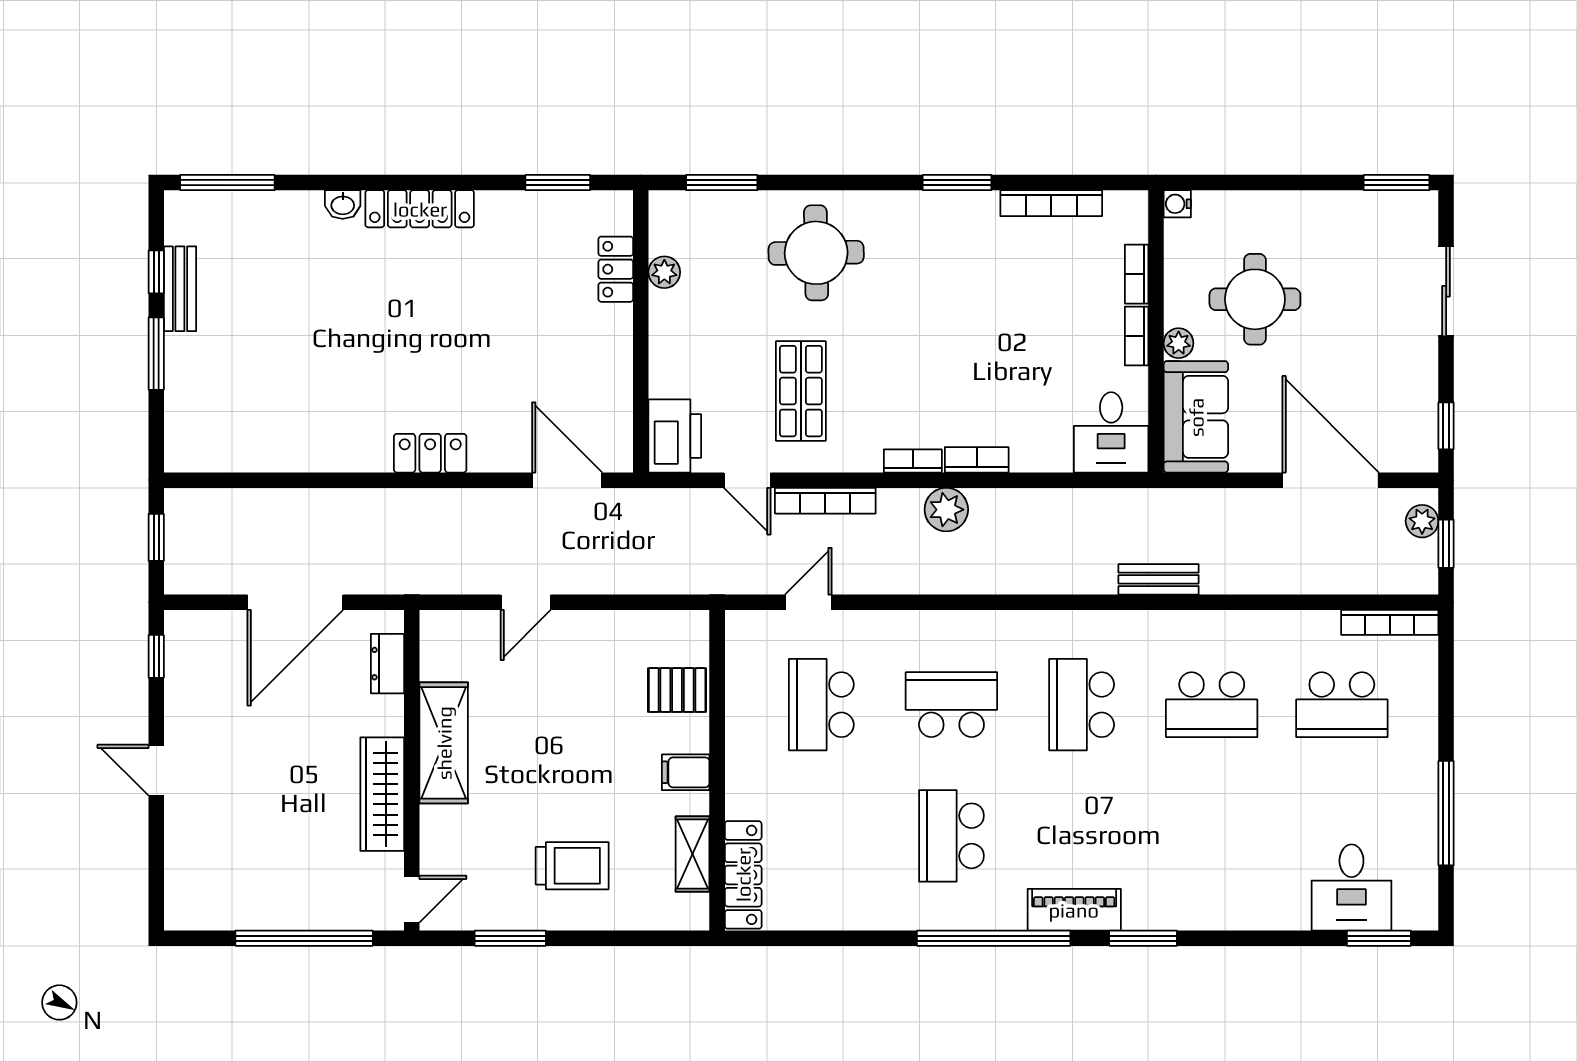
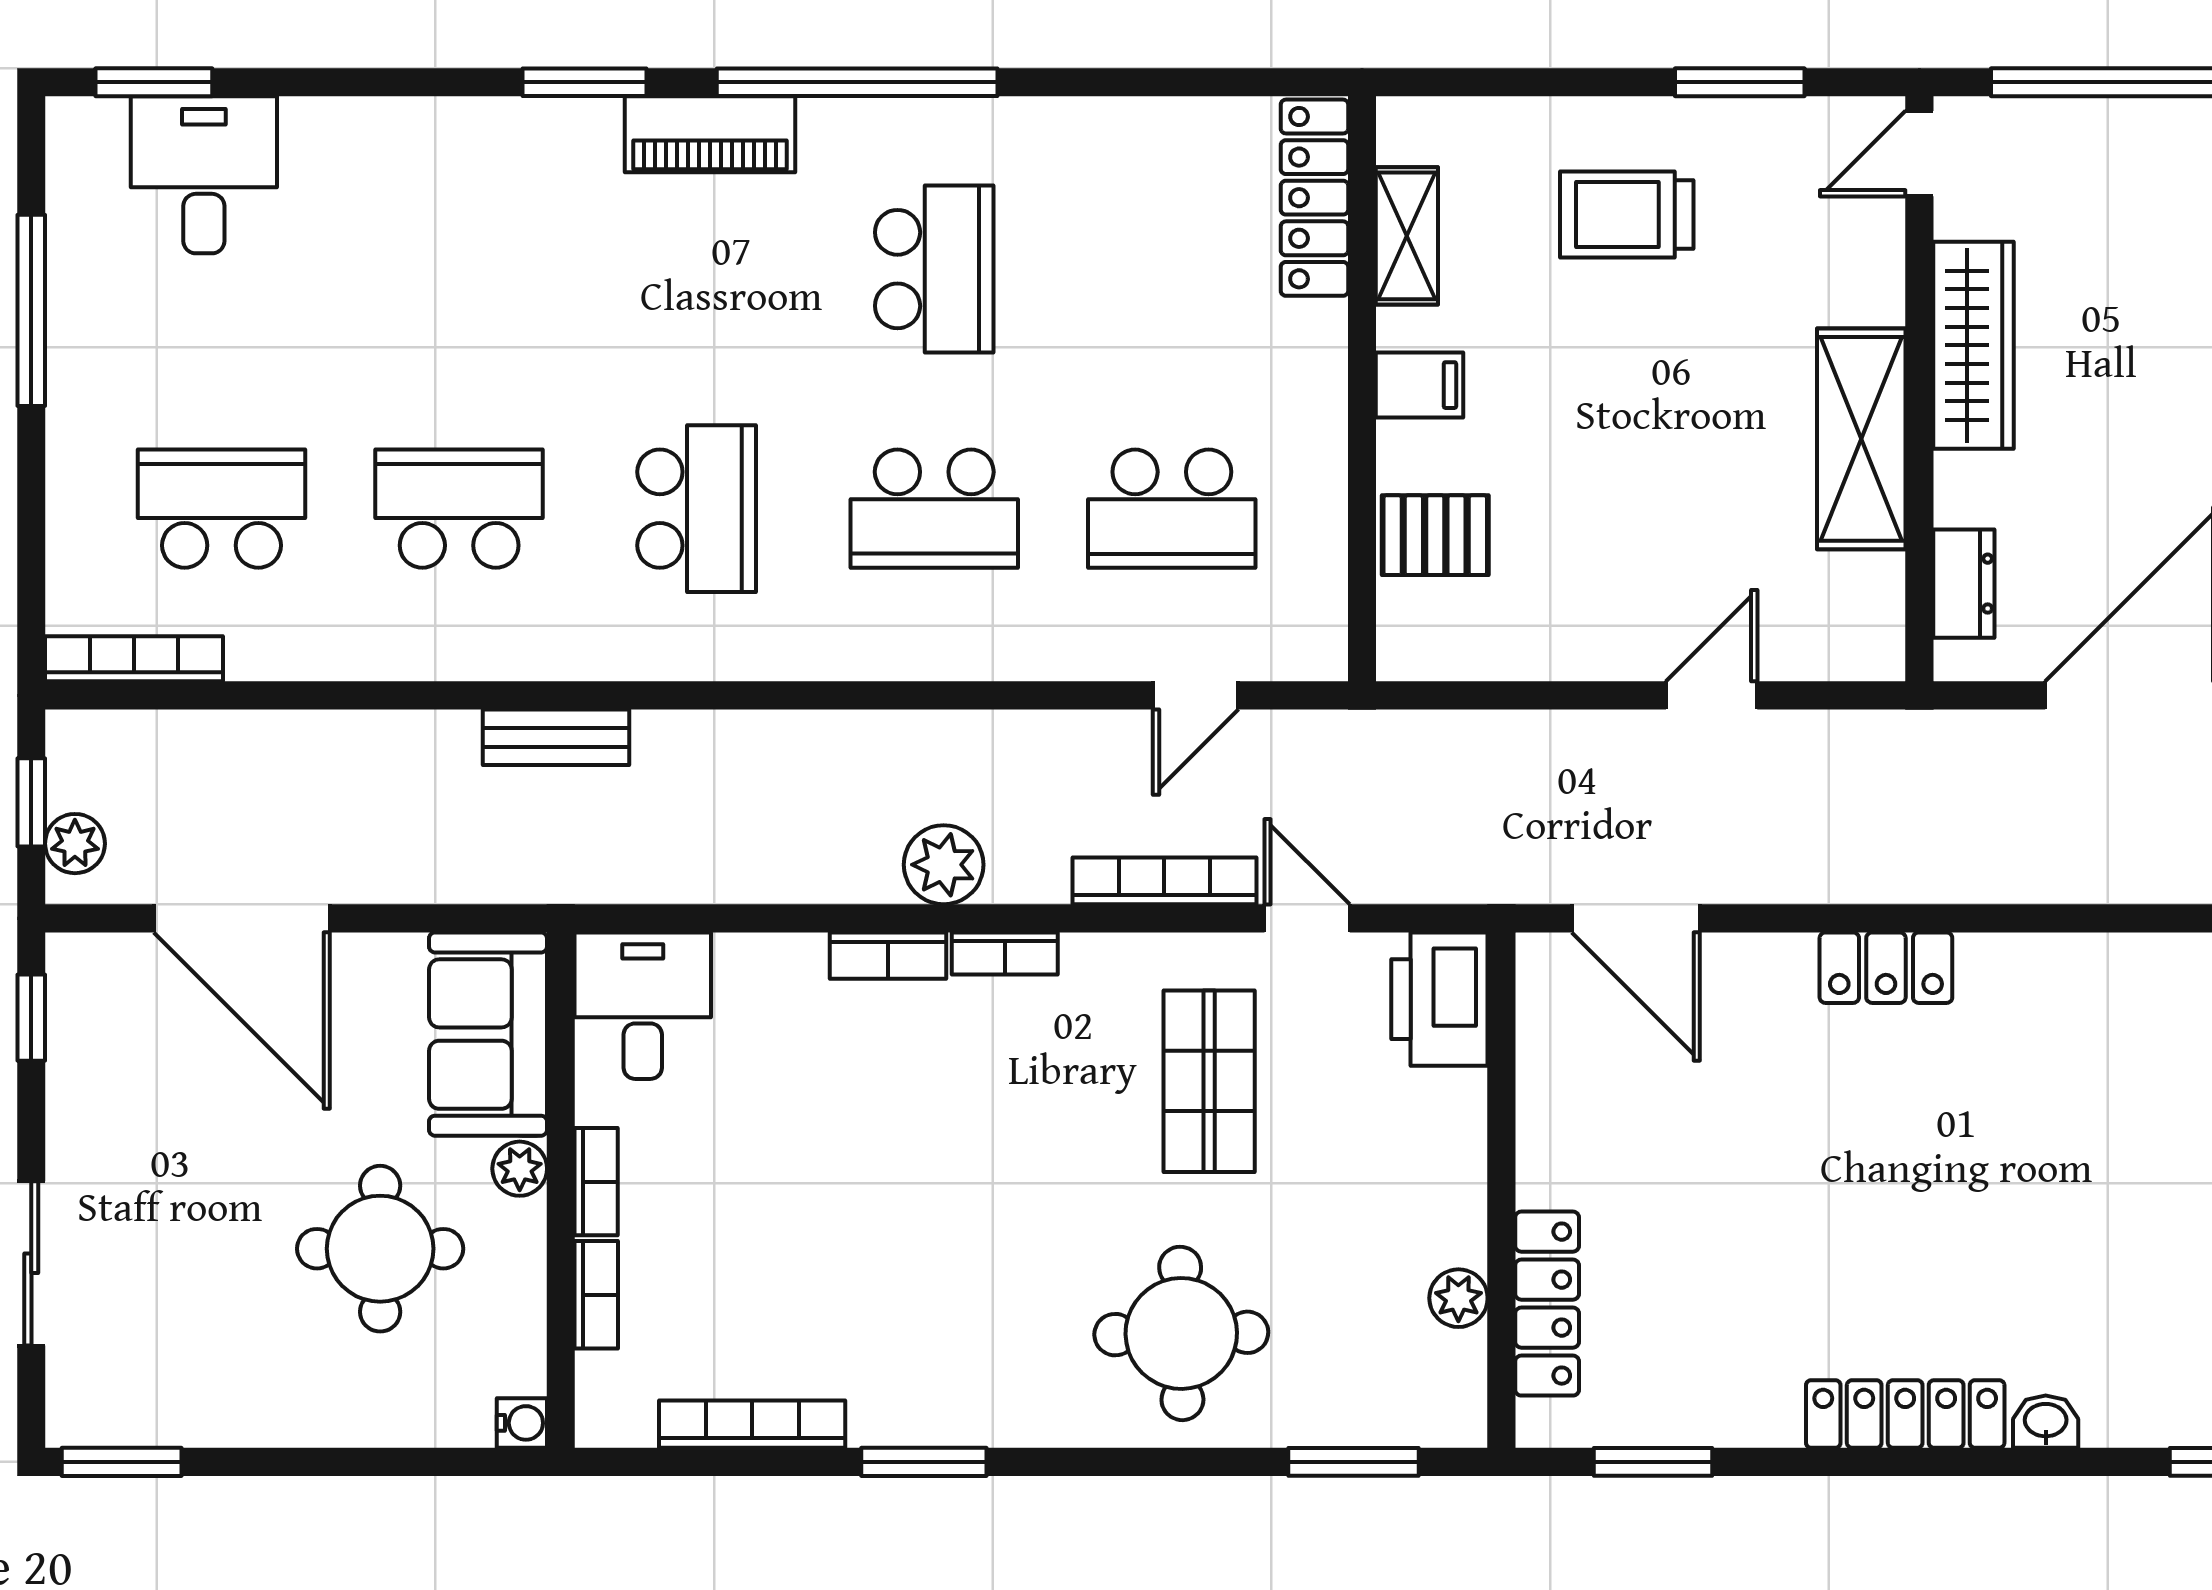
locker: (616, 269) -> (1547, 1304), width x1.53
school desk: (821, 705) -> (1172, 509), turned 90

